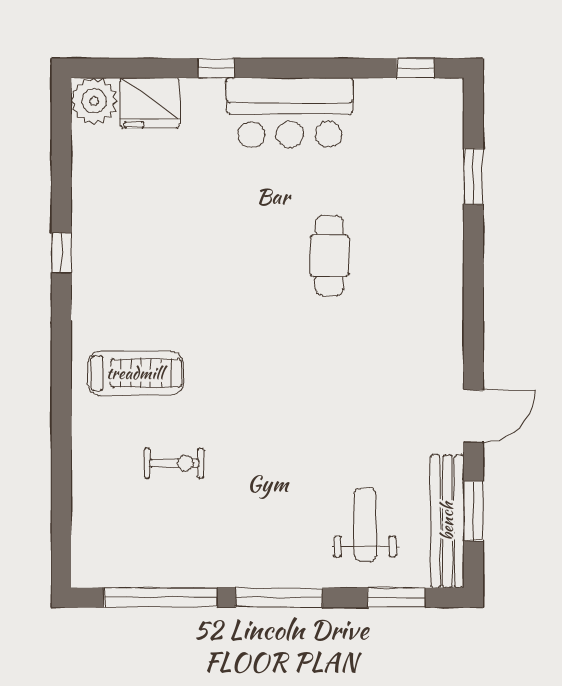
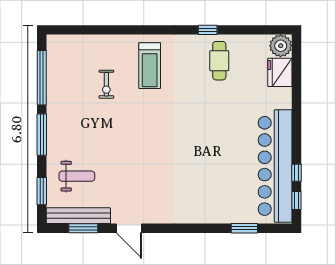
window: (216, 68) -> (297, 173), moved
bar counter: (290, 113) -> (275, 166), width x1.86
cafe table: (329, 256) -> (219, 61), moved, turned 90

